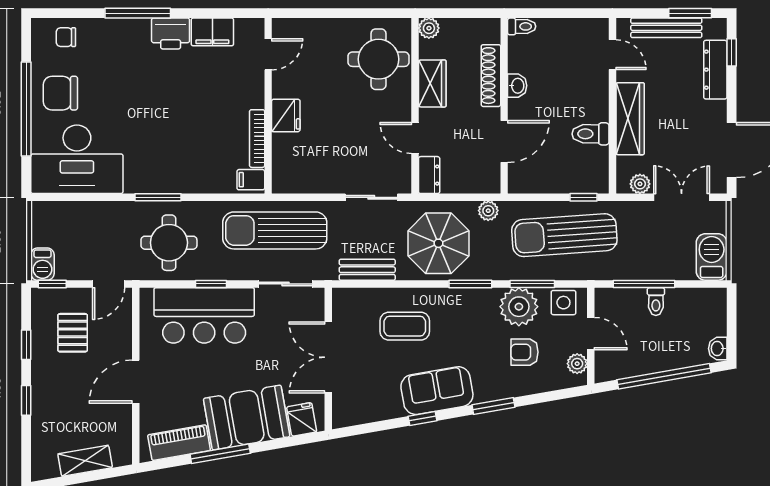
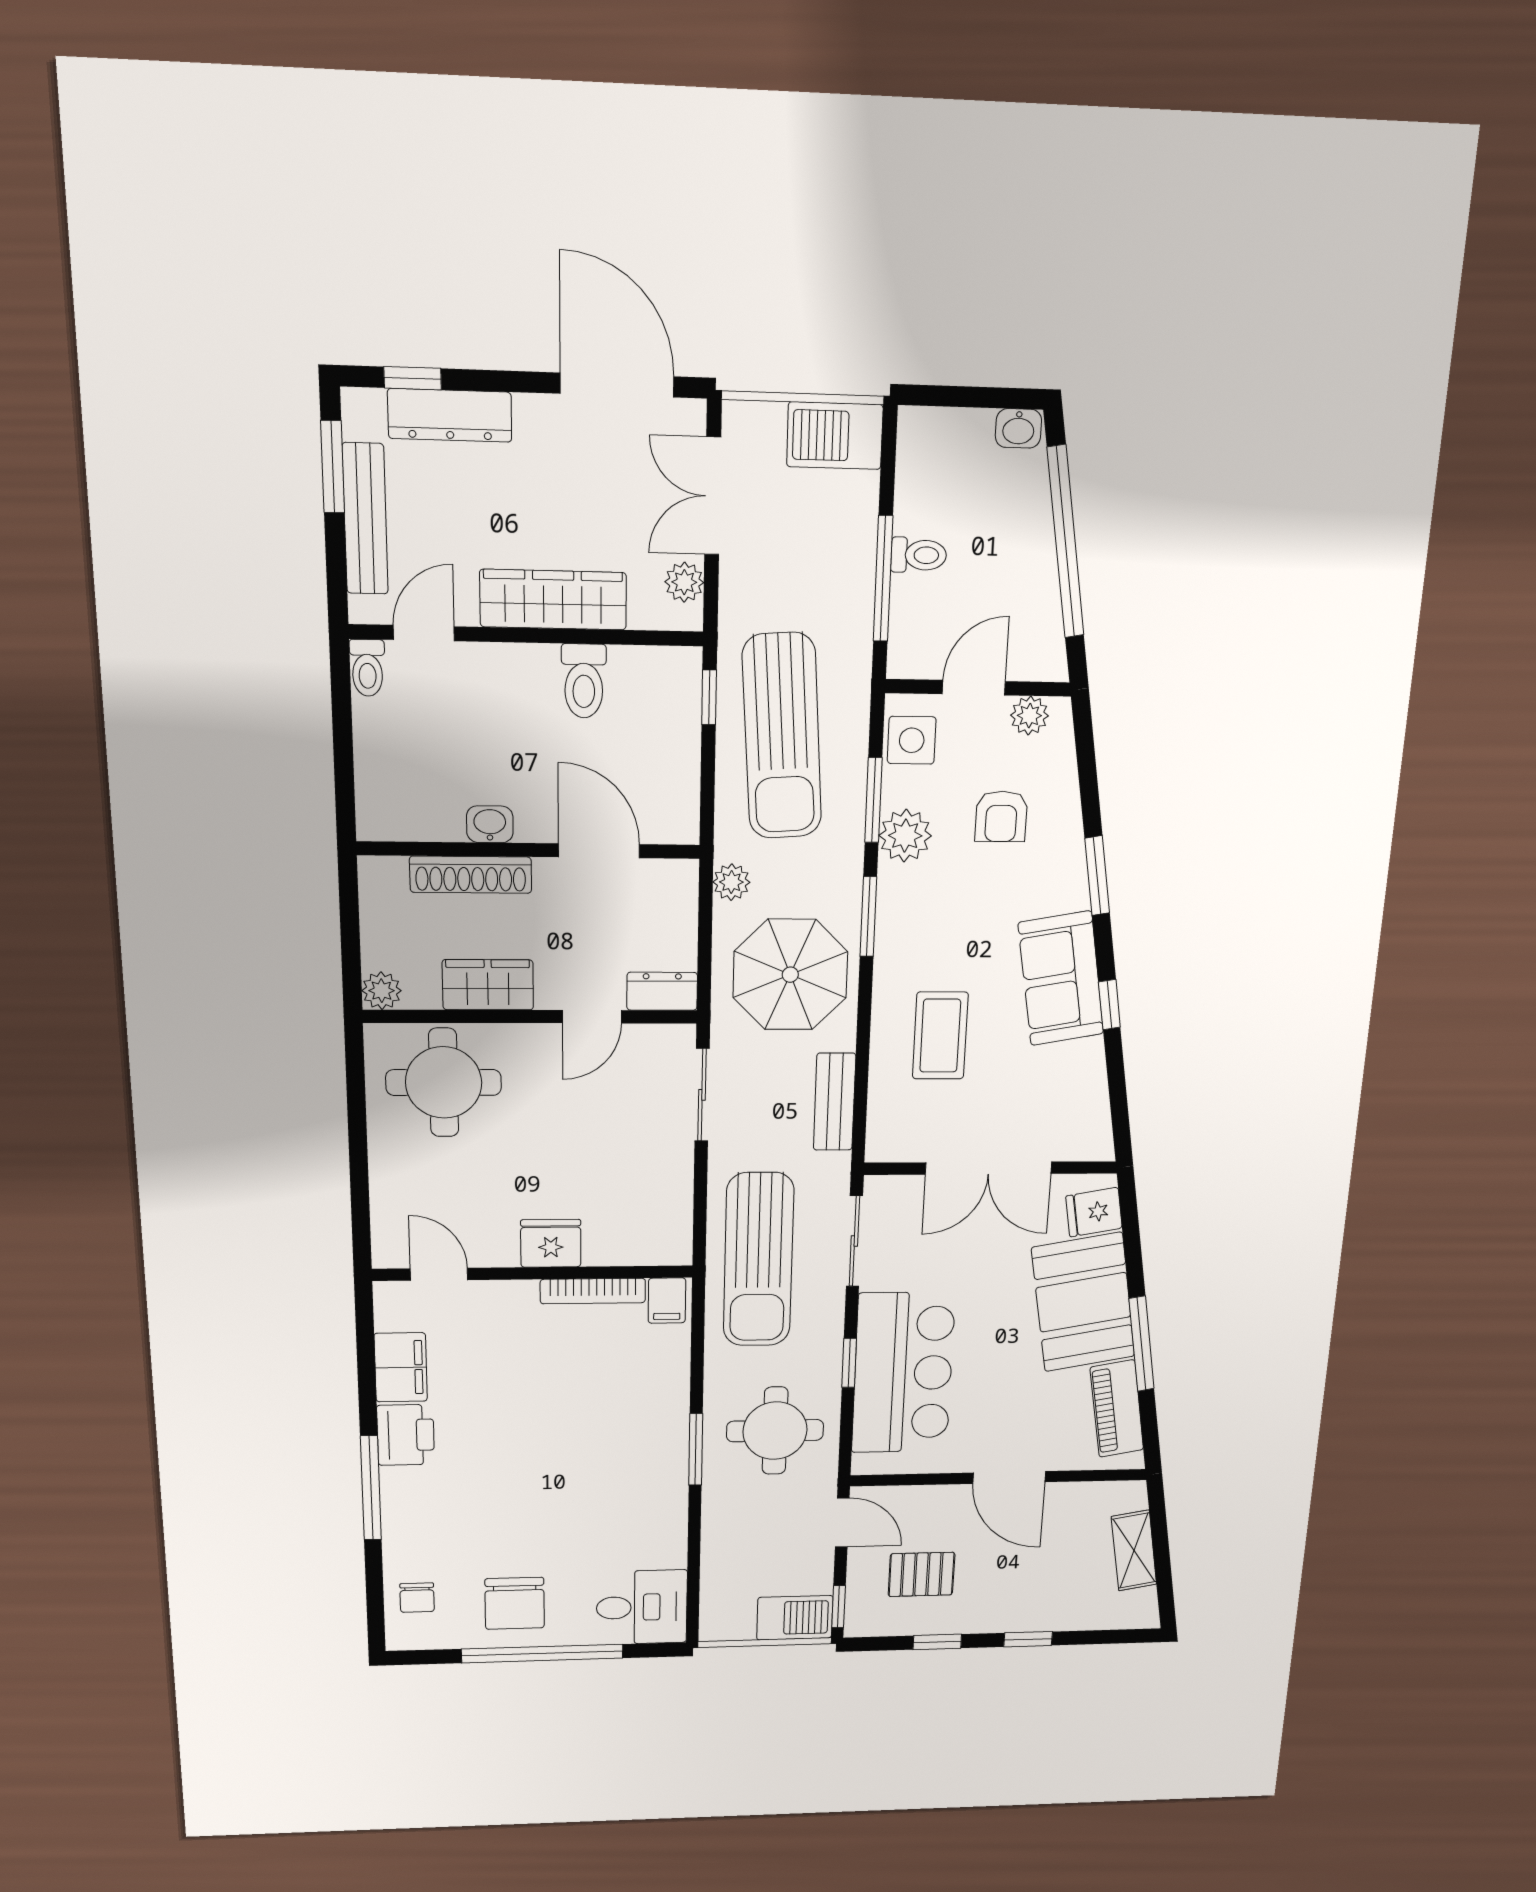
toilet: (522, 26) -> (367, 668), moved, turned 180
desk: (77, 159) -> (642, 1607), width x0.53, depth x0.77
barbecue: (42, 264) -> (795, 1618), width x1.38, depth x1.27
plant: (519, 307) -> (905, 836), width x0.73, depth x0.73

